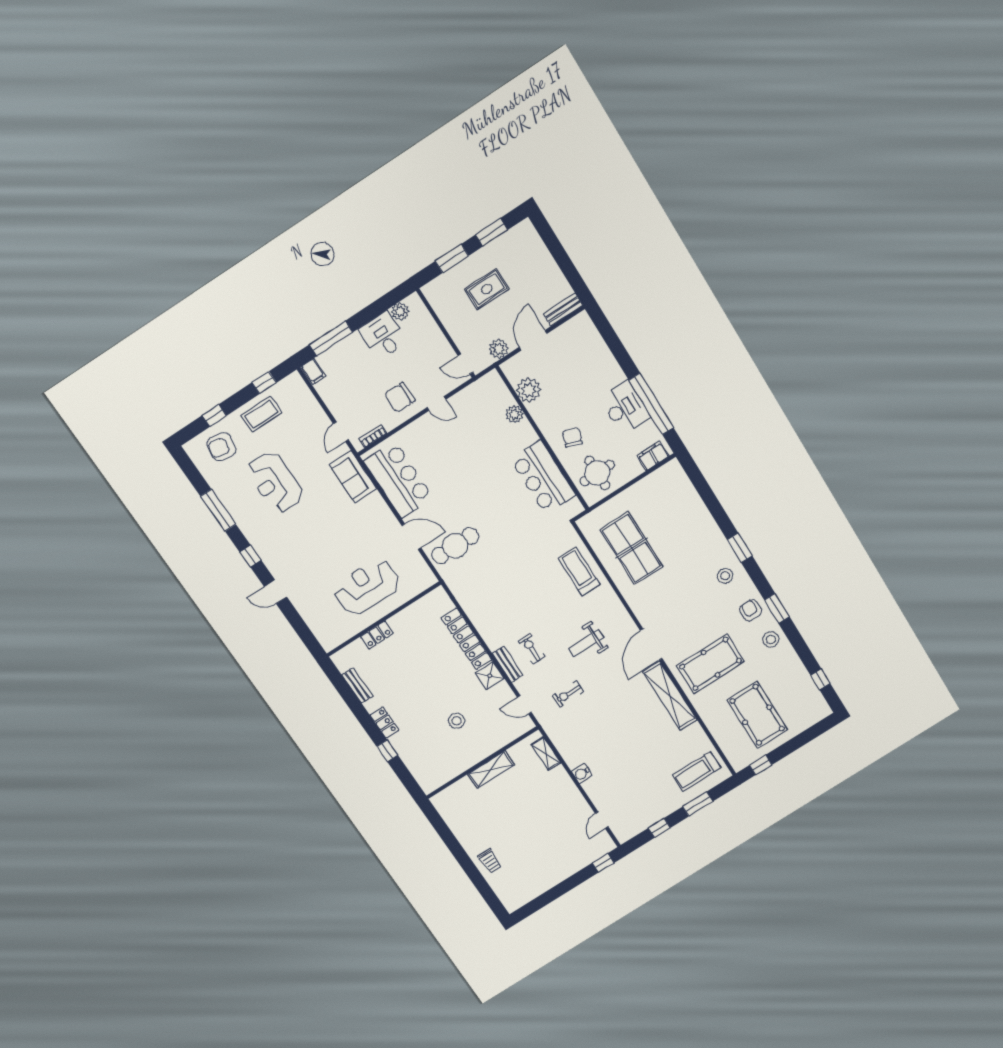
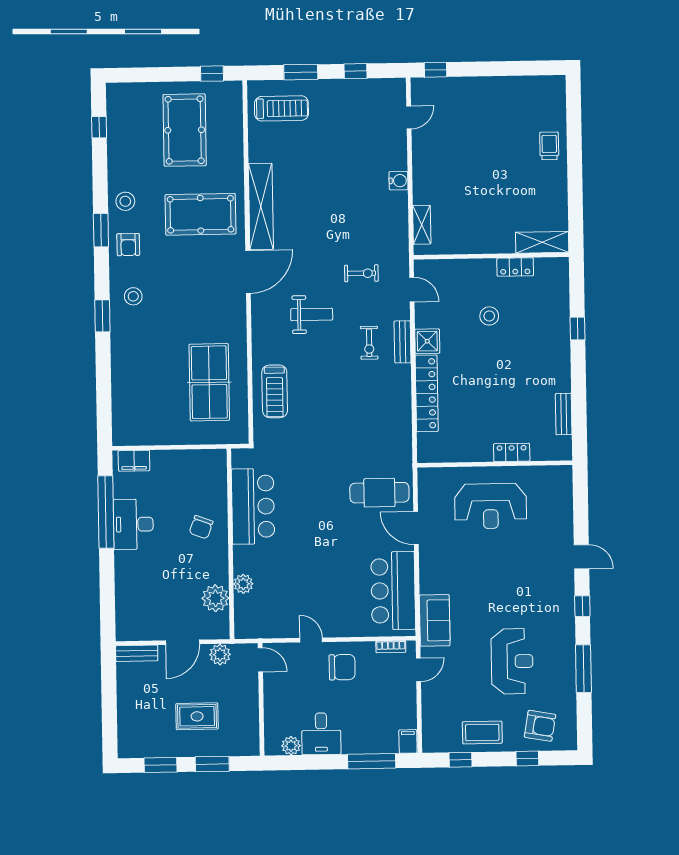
round table: (597, 473) -> (198, 478), removed
locker: (384, 722) -> (515, 267), moved, turned -90
shelving: (491, 769) -> (542, 242), moved

